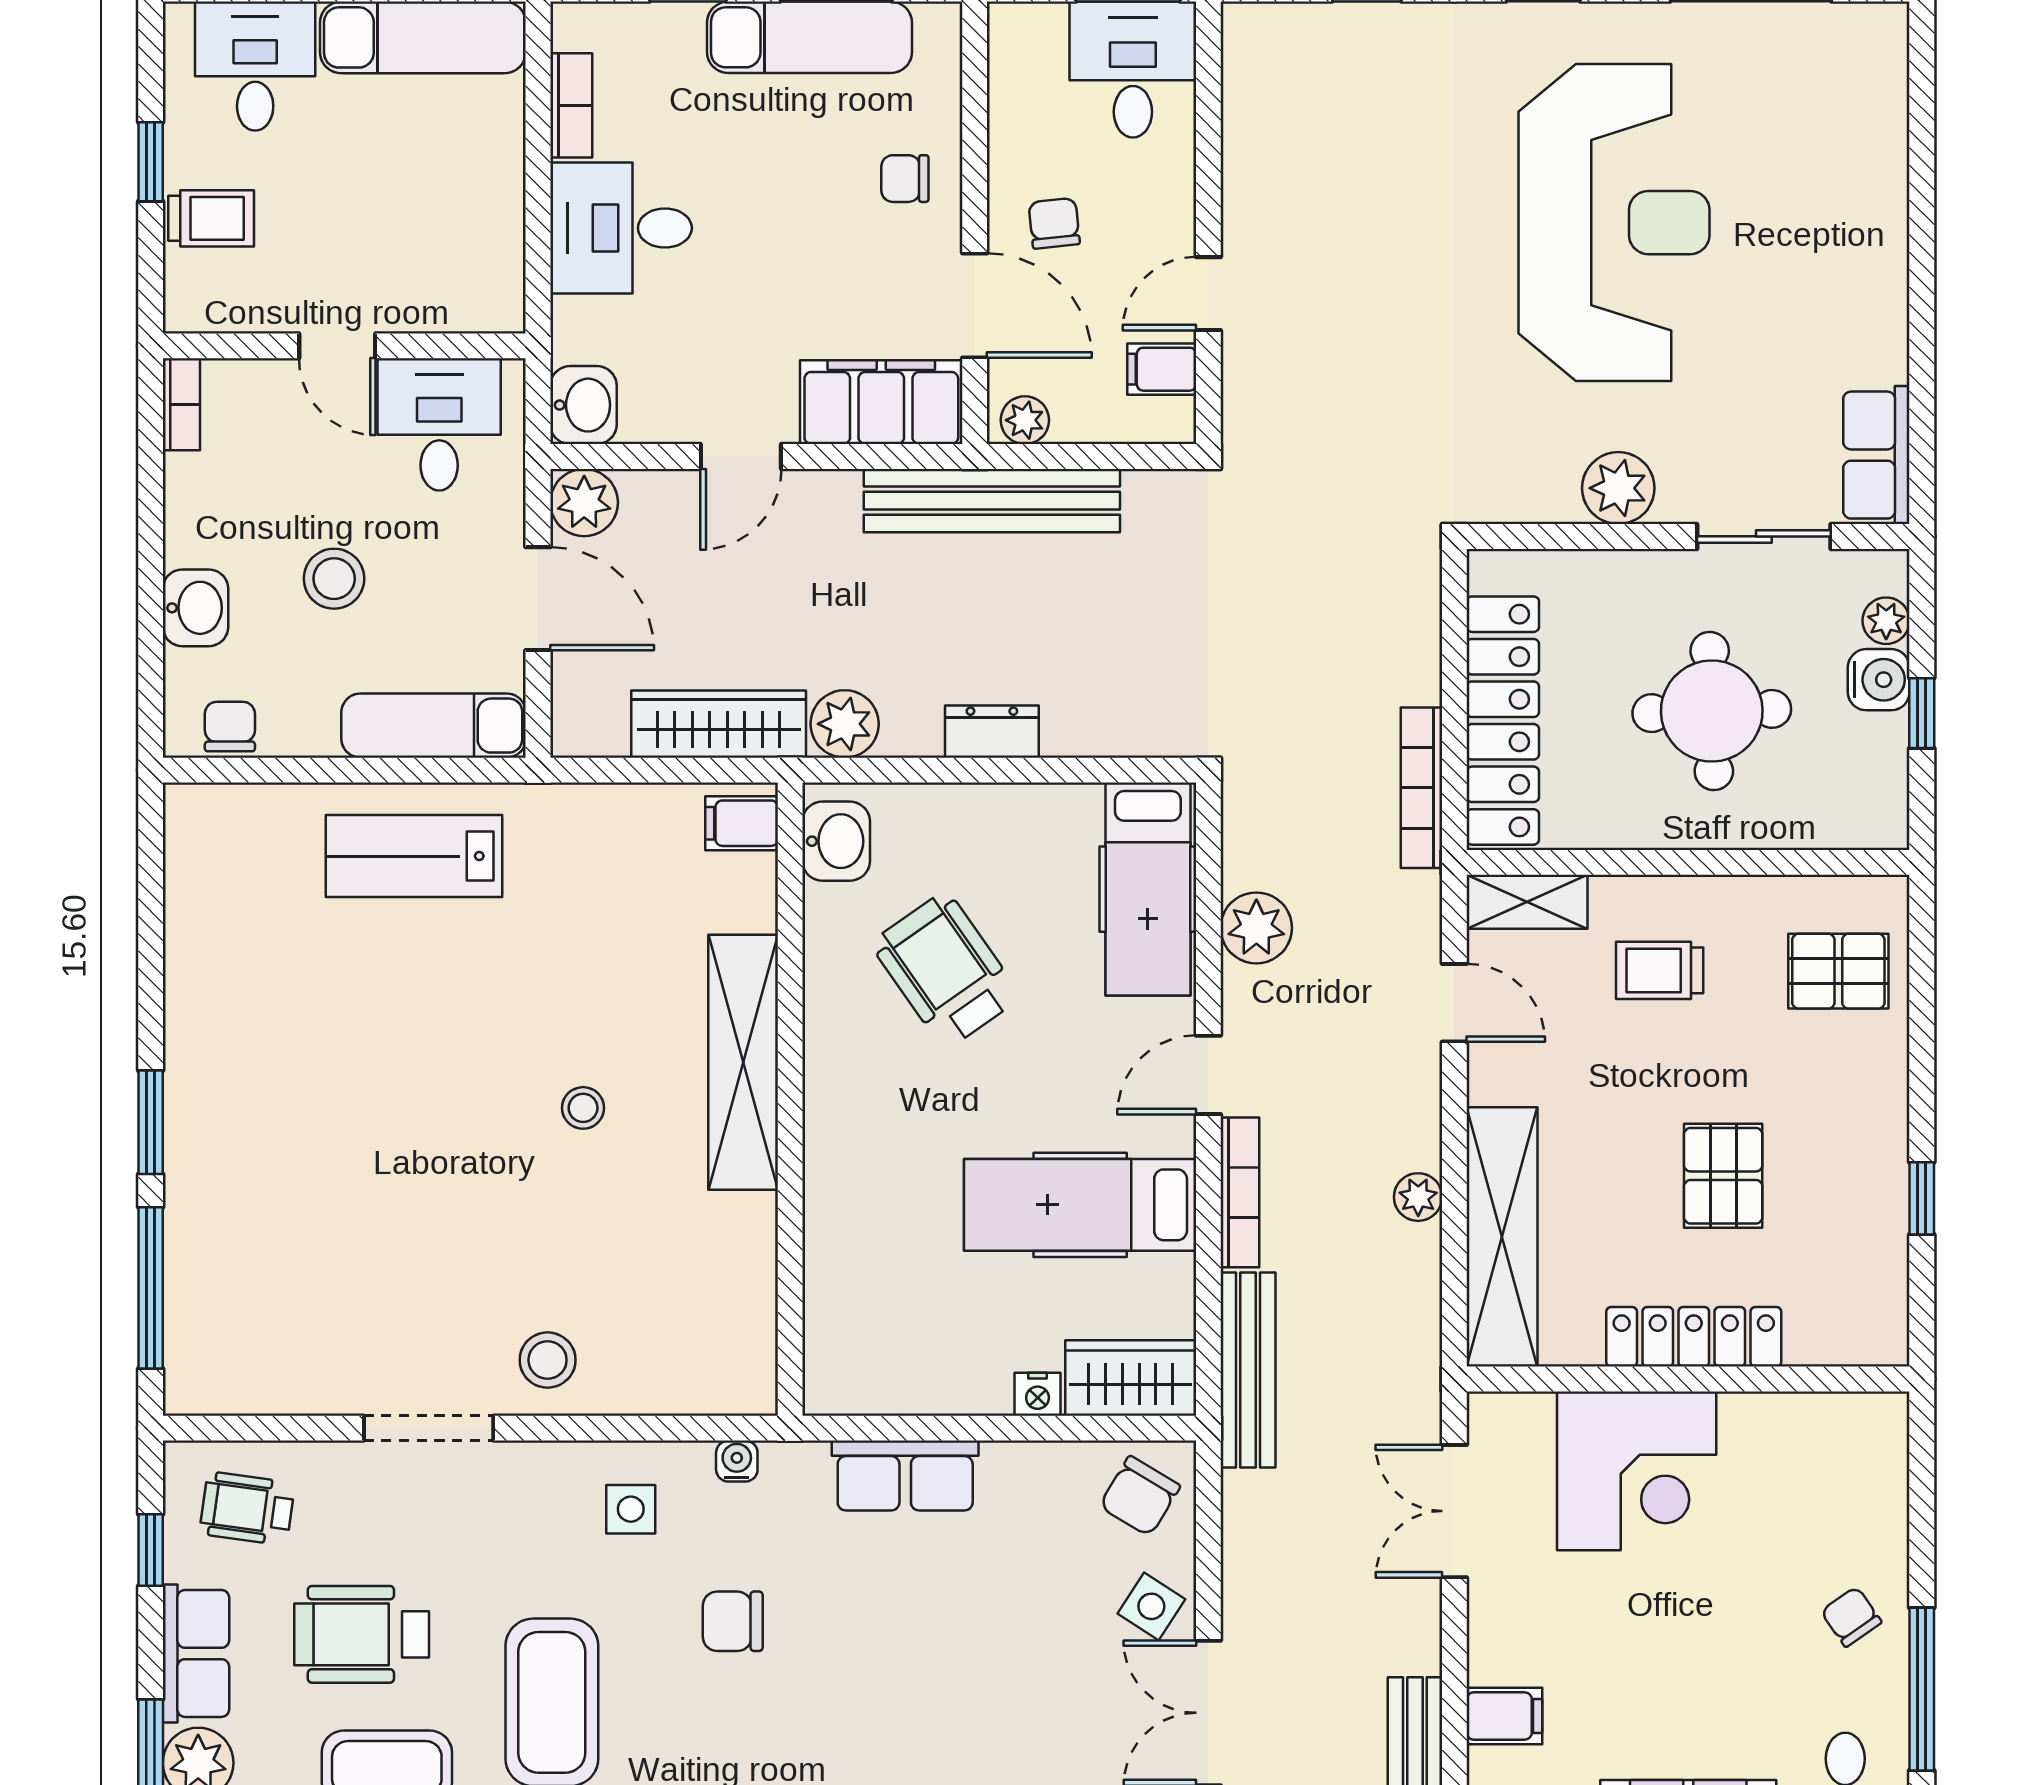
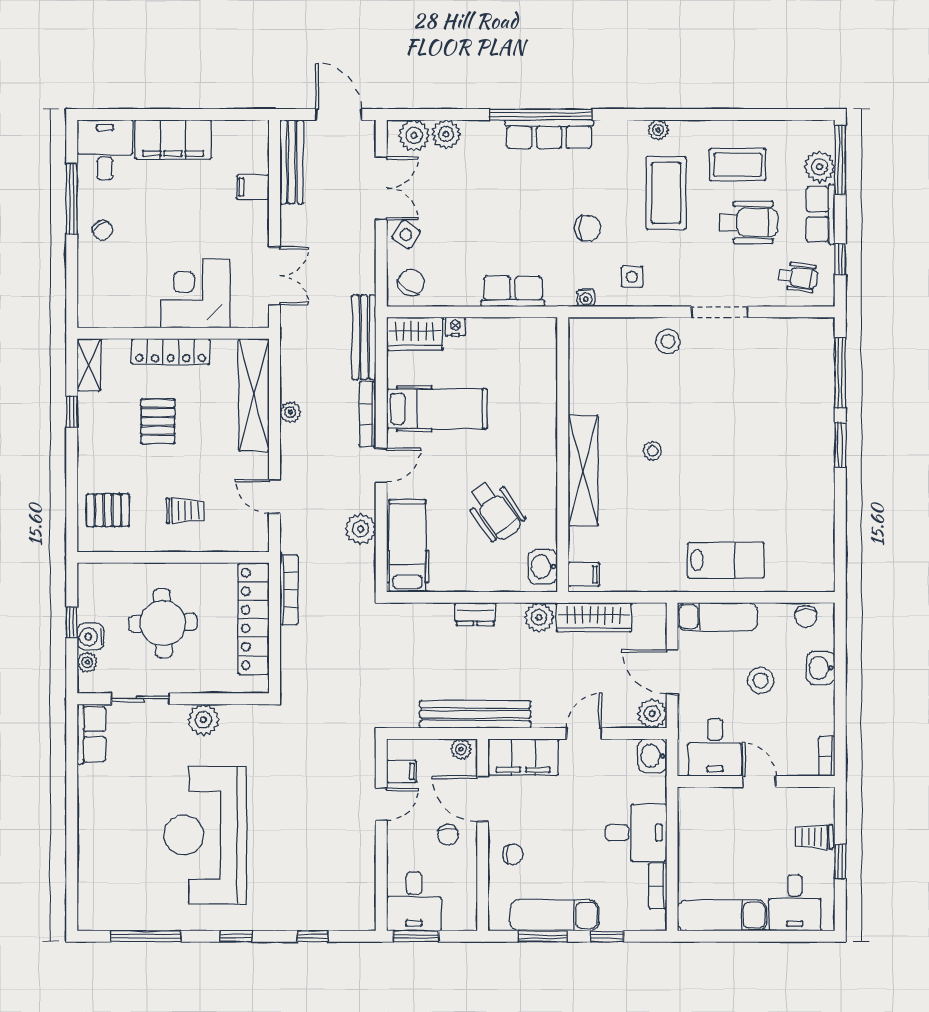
shelving: (1527, 902) -> (89, 365), moved, turned 90

